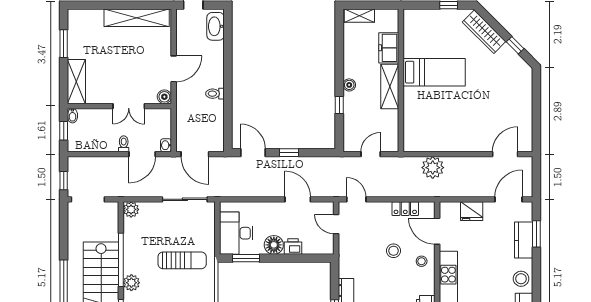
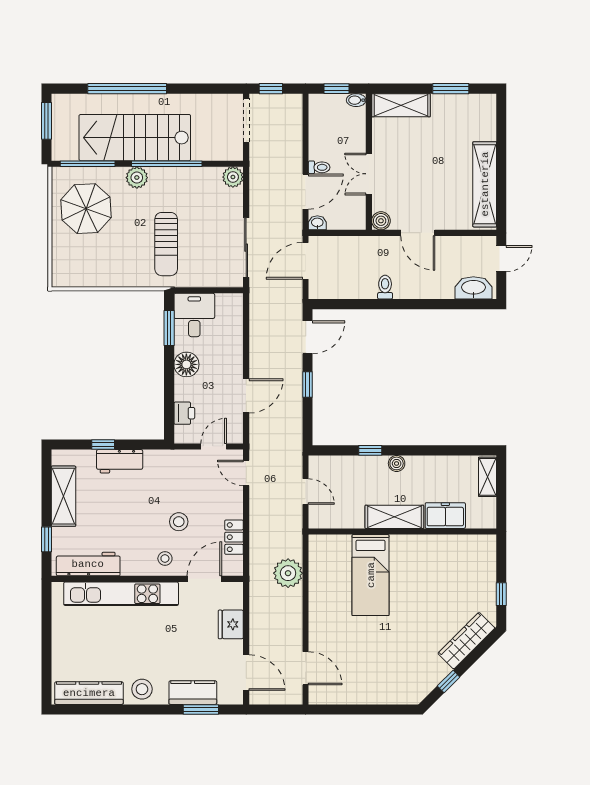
bed: (434, 72) -> (371, 575), moved
door: (142, 154) -> (306, 192), swing flipped
door: (356, 199) -> (246, 473), swing flipped
desk: (236, 233) -> (194, 315), width x0.73
printer: (293, 247) -> (184, 413), moved

